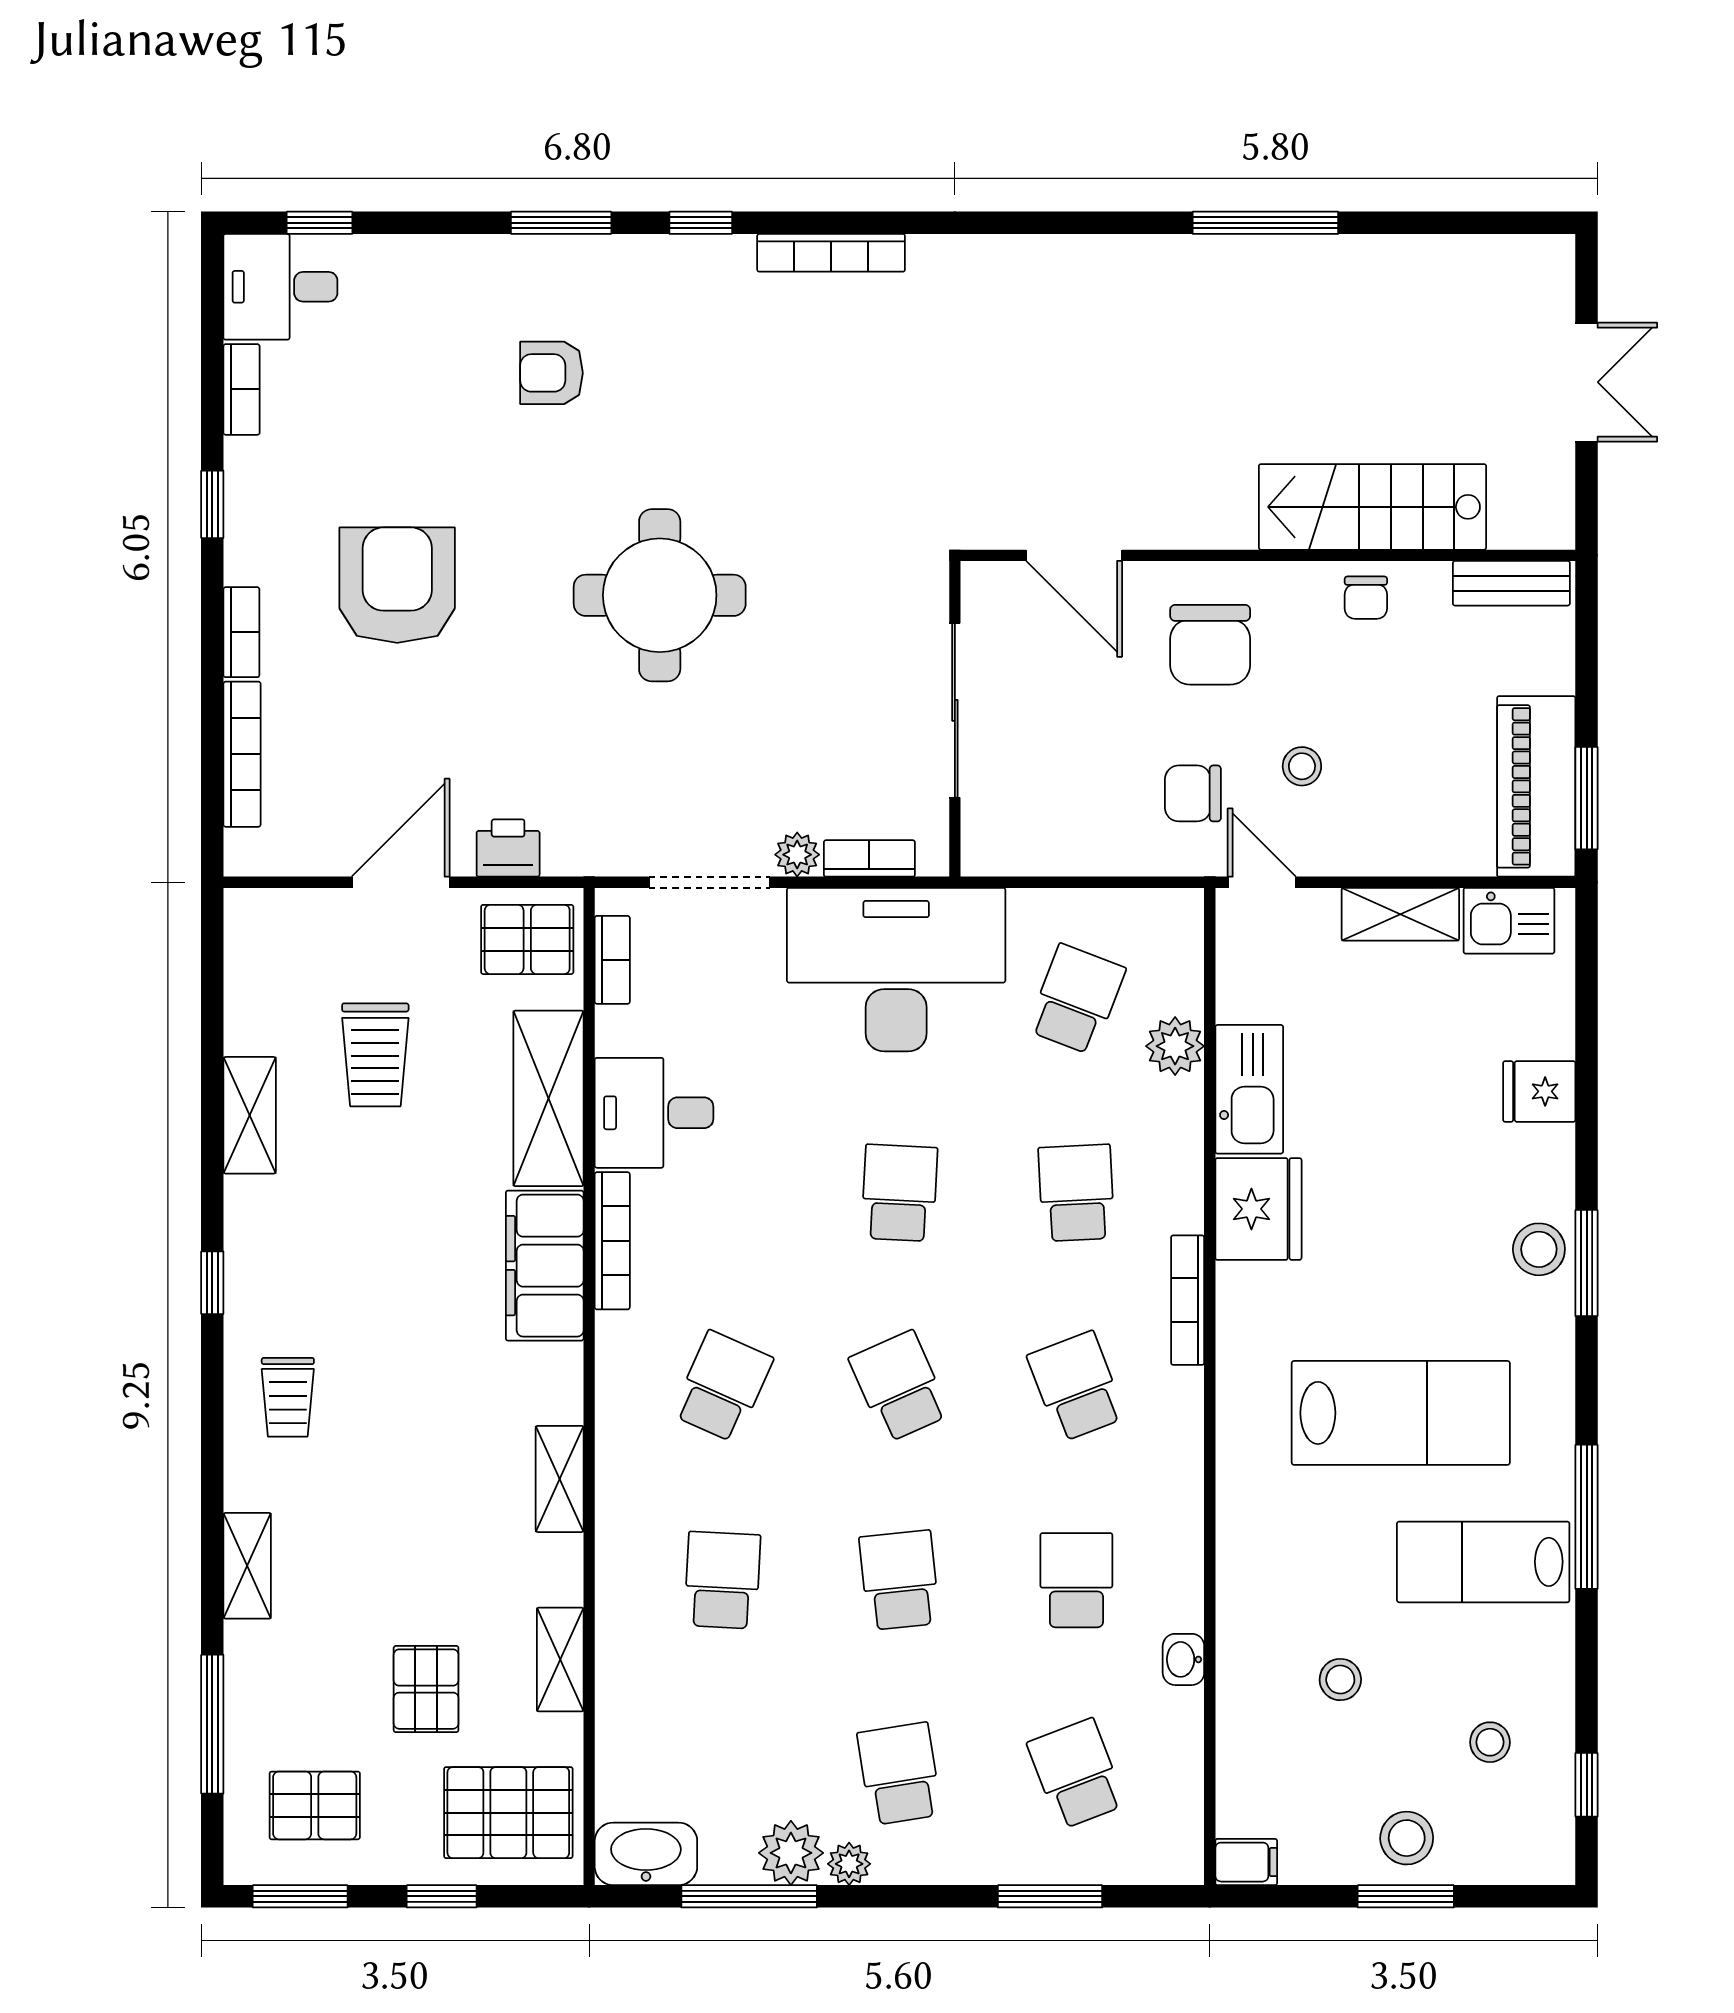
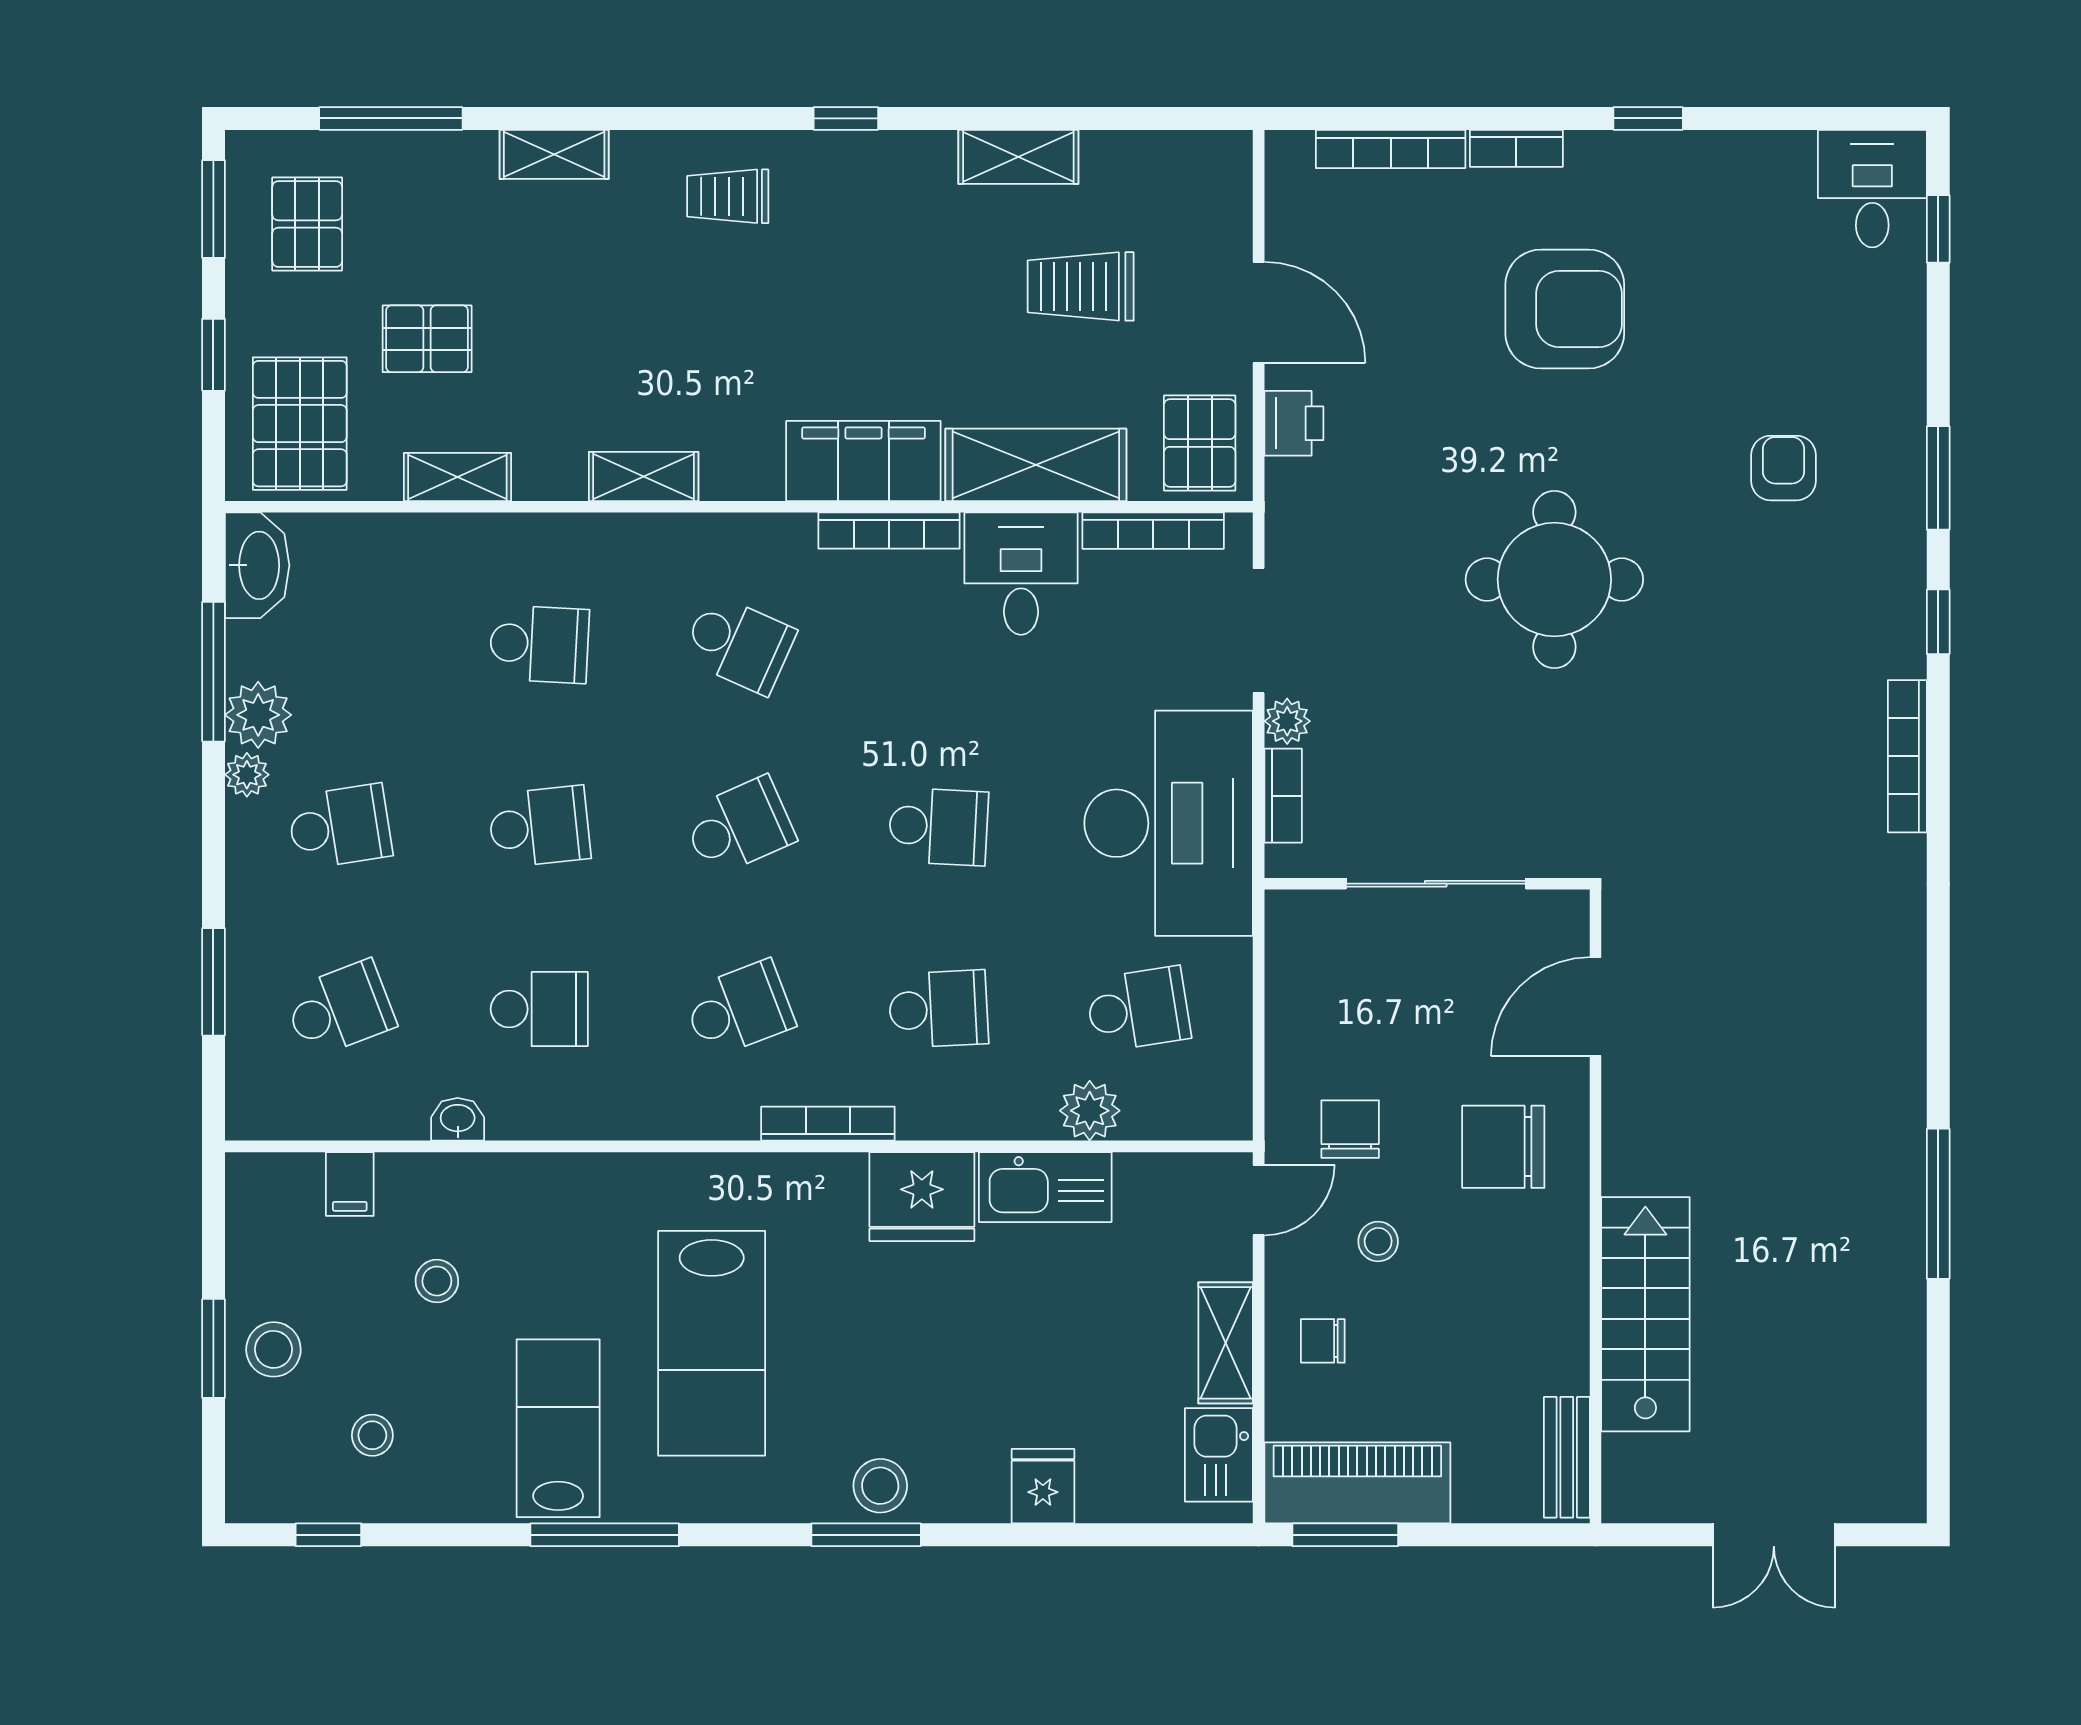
bookcase: (242, 389) -> (1766, 149), removed
chair: (1366, 598) -> (1323, 1341), moved
bookcase: (612, 960) -> (1153, 531), width x1.56
school desk: (1076, 999) -> (1138, 1009), turned -30
filing cabinet: (1246, 1862) -> (350, 1184), moved

